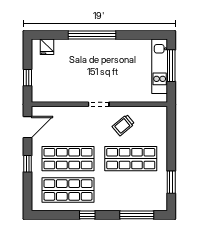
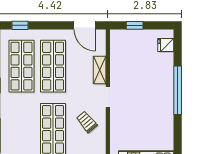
shelving: (72, 112) -> (100, 70), added
window: (28, 164) -> (20, 25), moved

